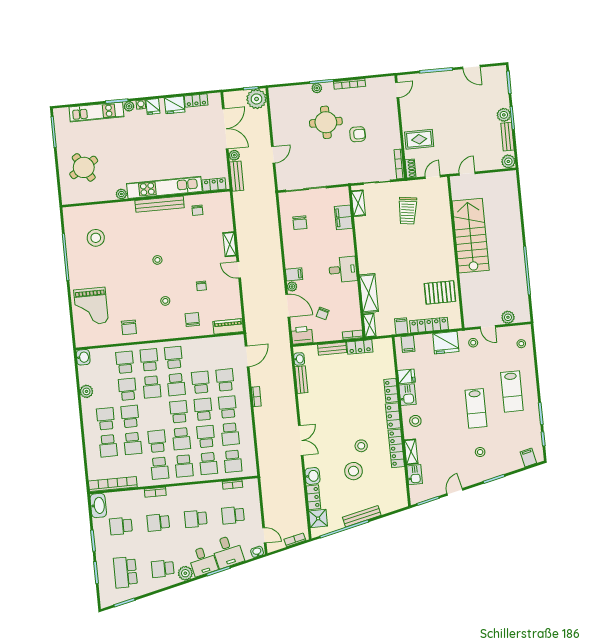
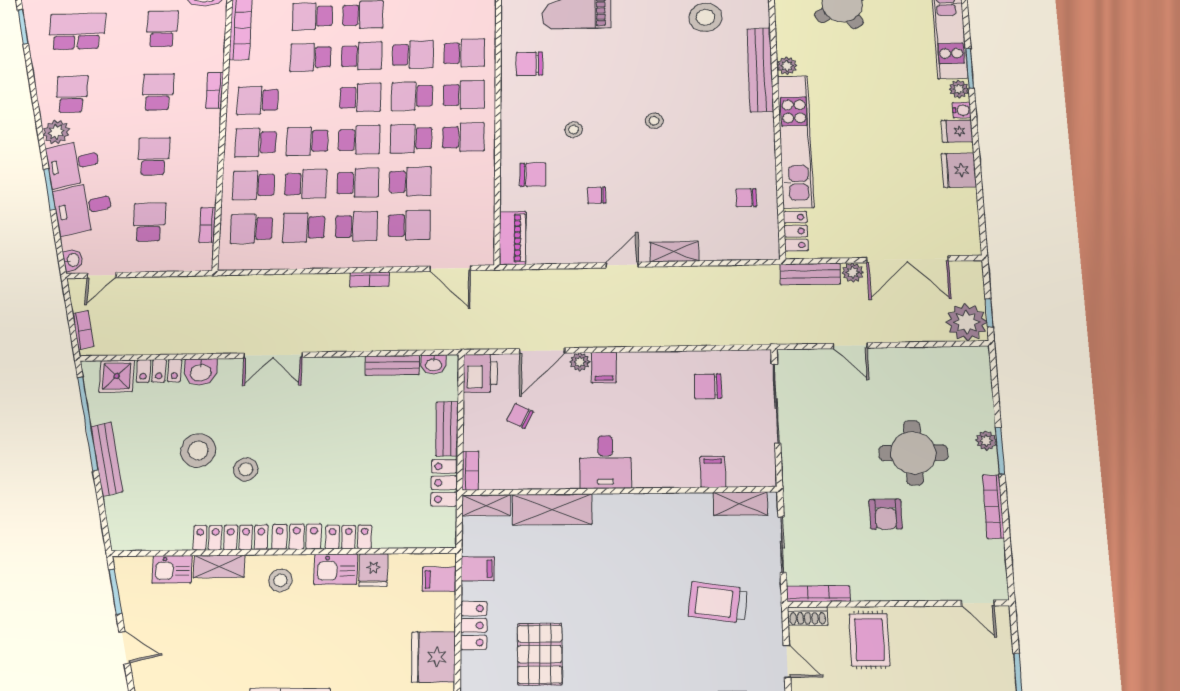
locker: (196, 101) -> (967, 210), removed
bench: (160, 204) -> (760, 70), moved
filing cabinet: (343, 217) -> (713, 472), width x0.50
locker: (429, 325) -> (474, 625), width x0.66
school desk: (157, 441) -> (360, 98), moved

